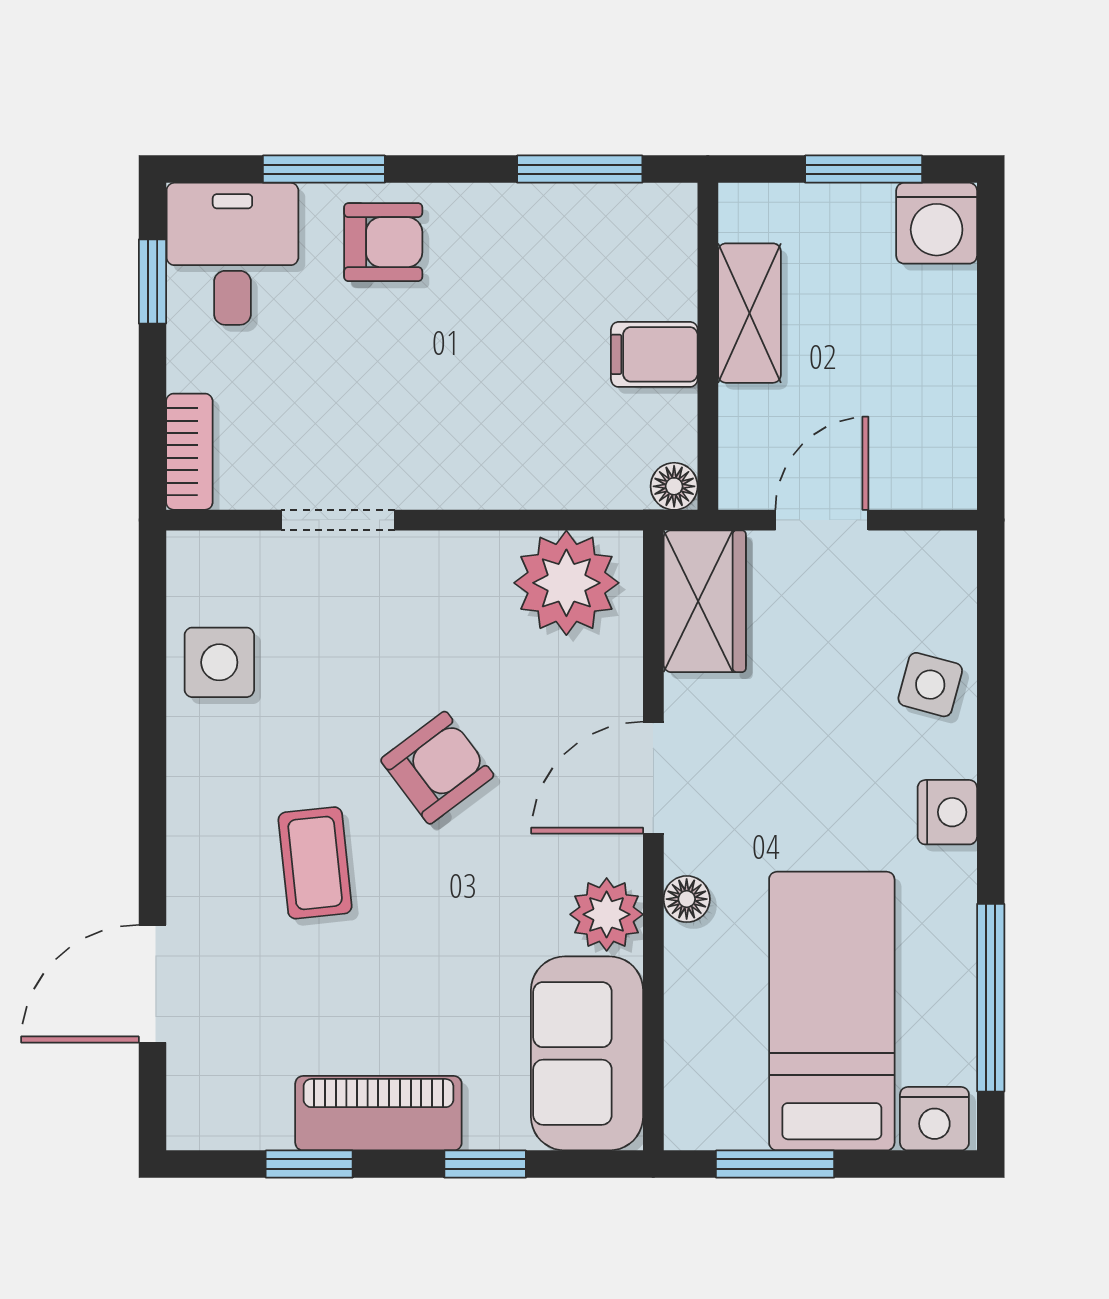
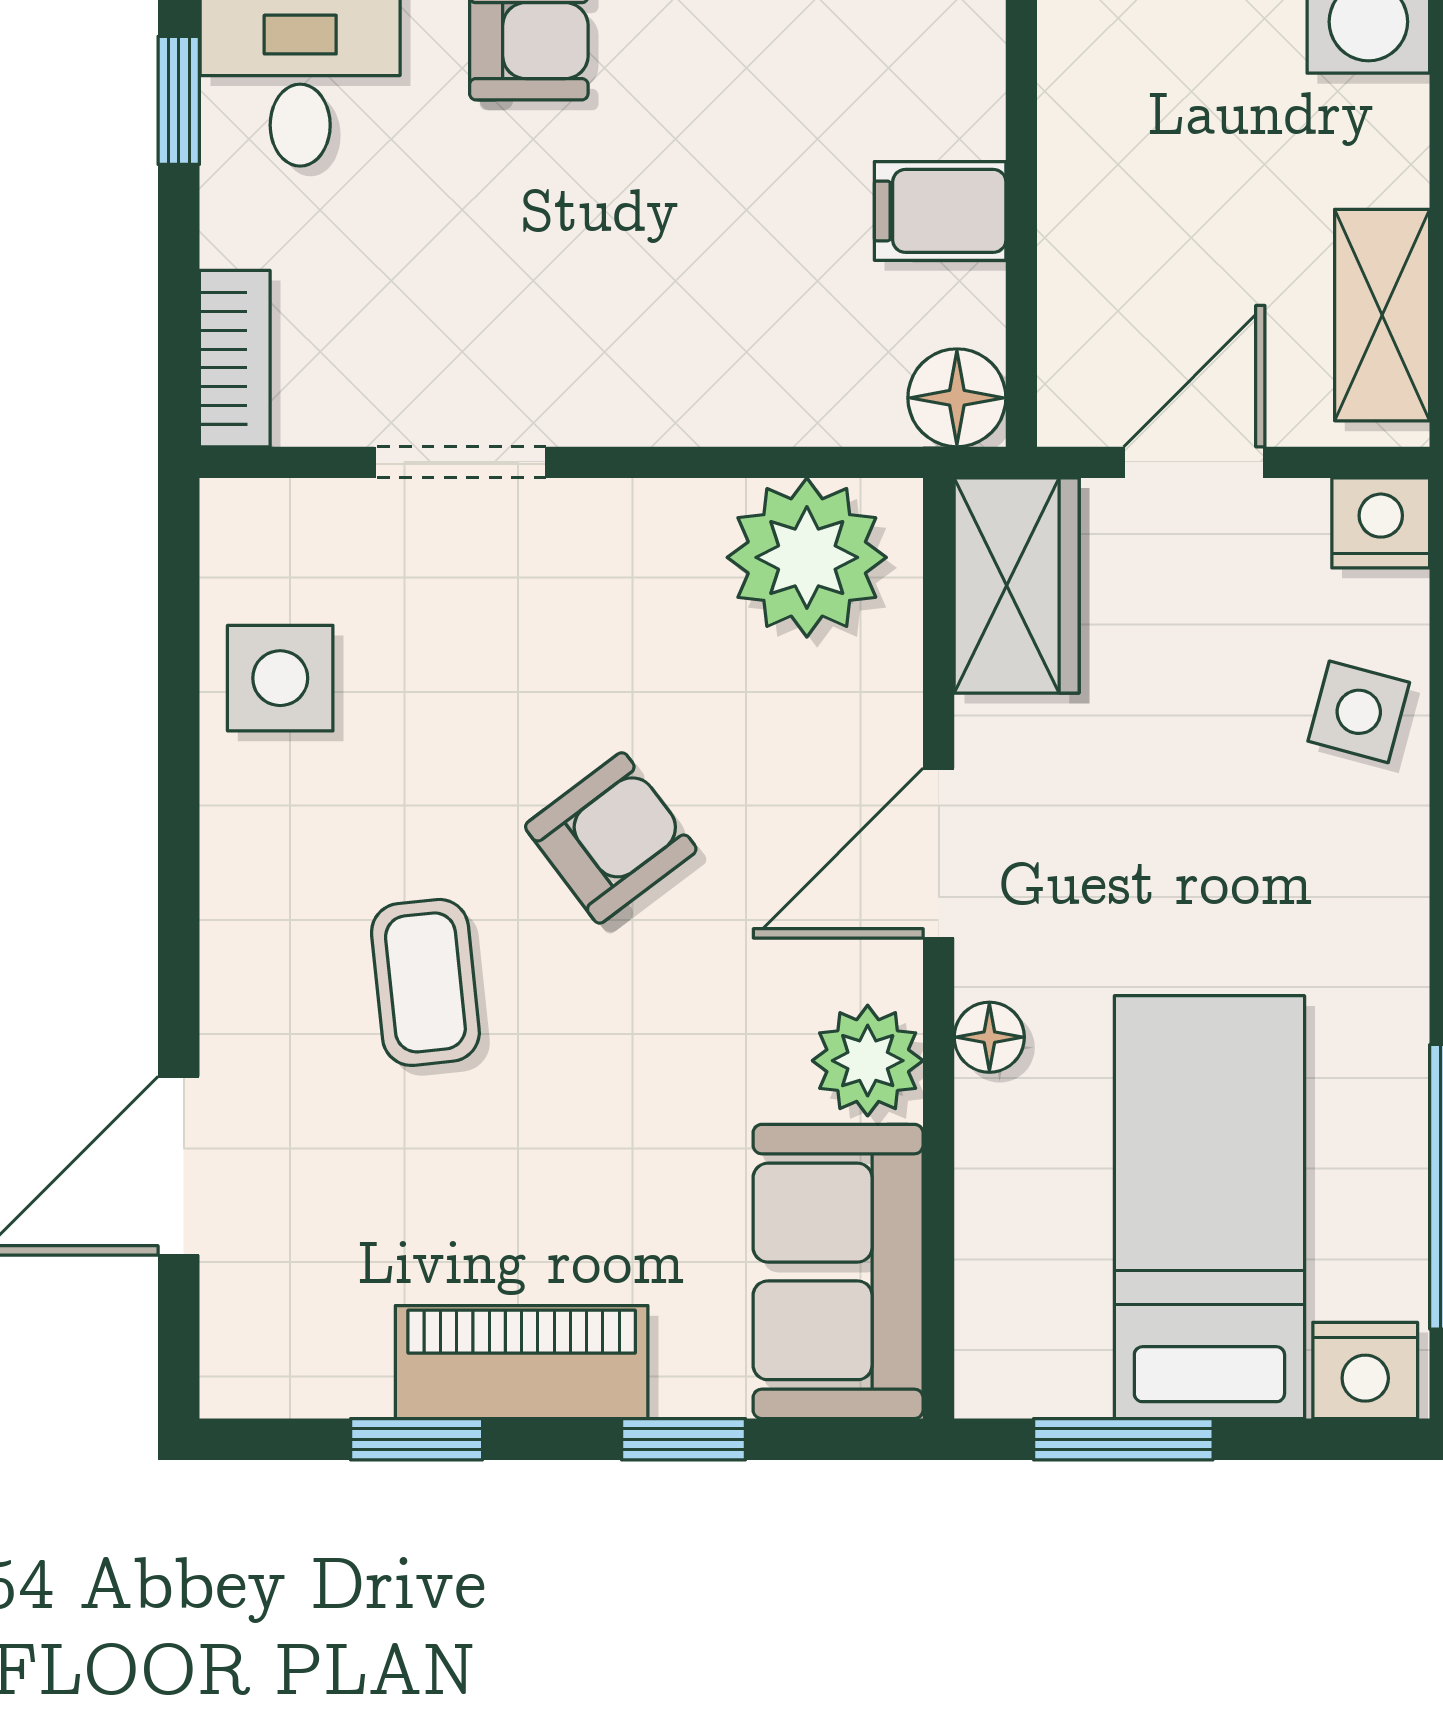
shelving: (749, 313) -> (1382, 315), moved
floor lamp: (674, 486) -> (957, 398), width x1.37, depth x1.37
nightstand: (947, 812) -> (1381, 523), moved, turned -90

